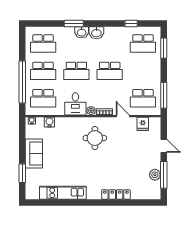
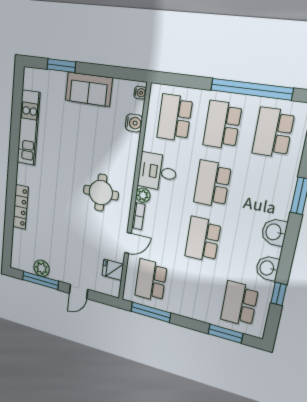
washbasin: (82, 32) -> (267, 268), moved
window: (22, 82) -> (251, 89), moved

